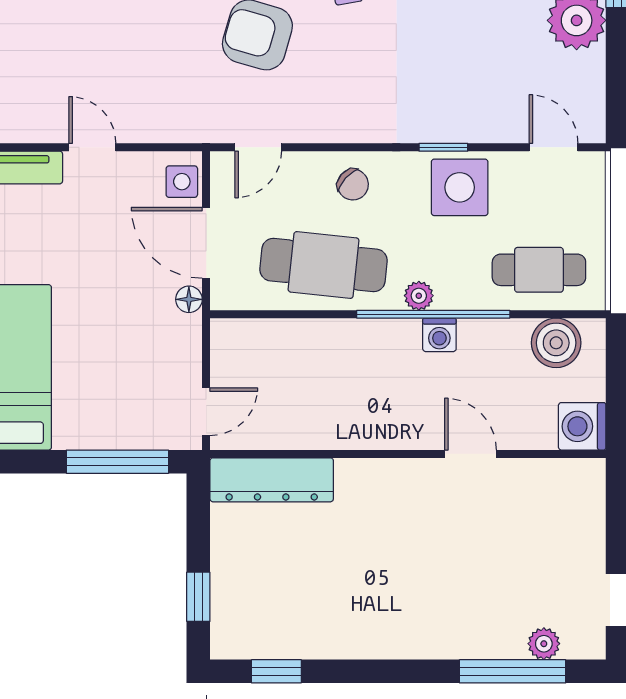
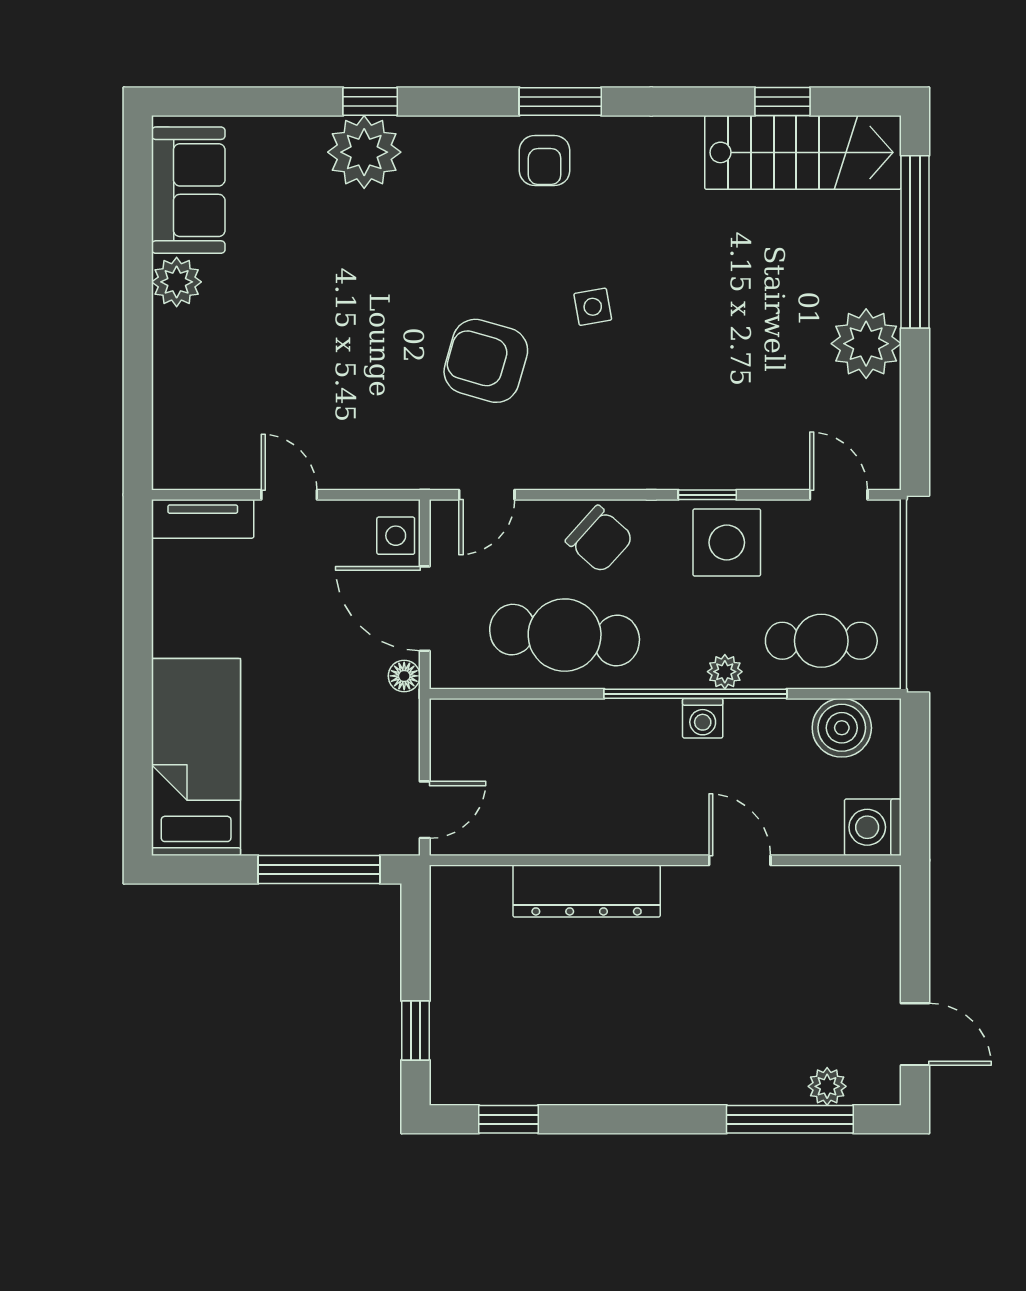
chair: (353, 185) -> (600, 539), width x1.37, depth x1.37
plant: (419, 296) -> (725, 672), moved
dresser: (272, 480) -> (587, 891), moved

